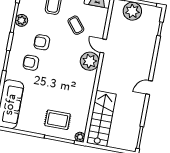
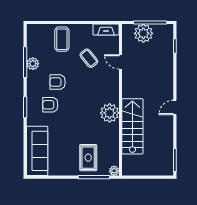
door: (103, 46) -> (121, 62), moved
plant: (90, 61) -> (110, 113), moved
stairs: (101, 118) -> (132, 126), moved
rug: (58, 120) -> (88, 158), turned 90

